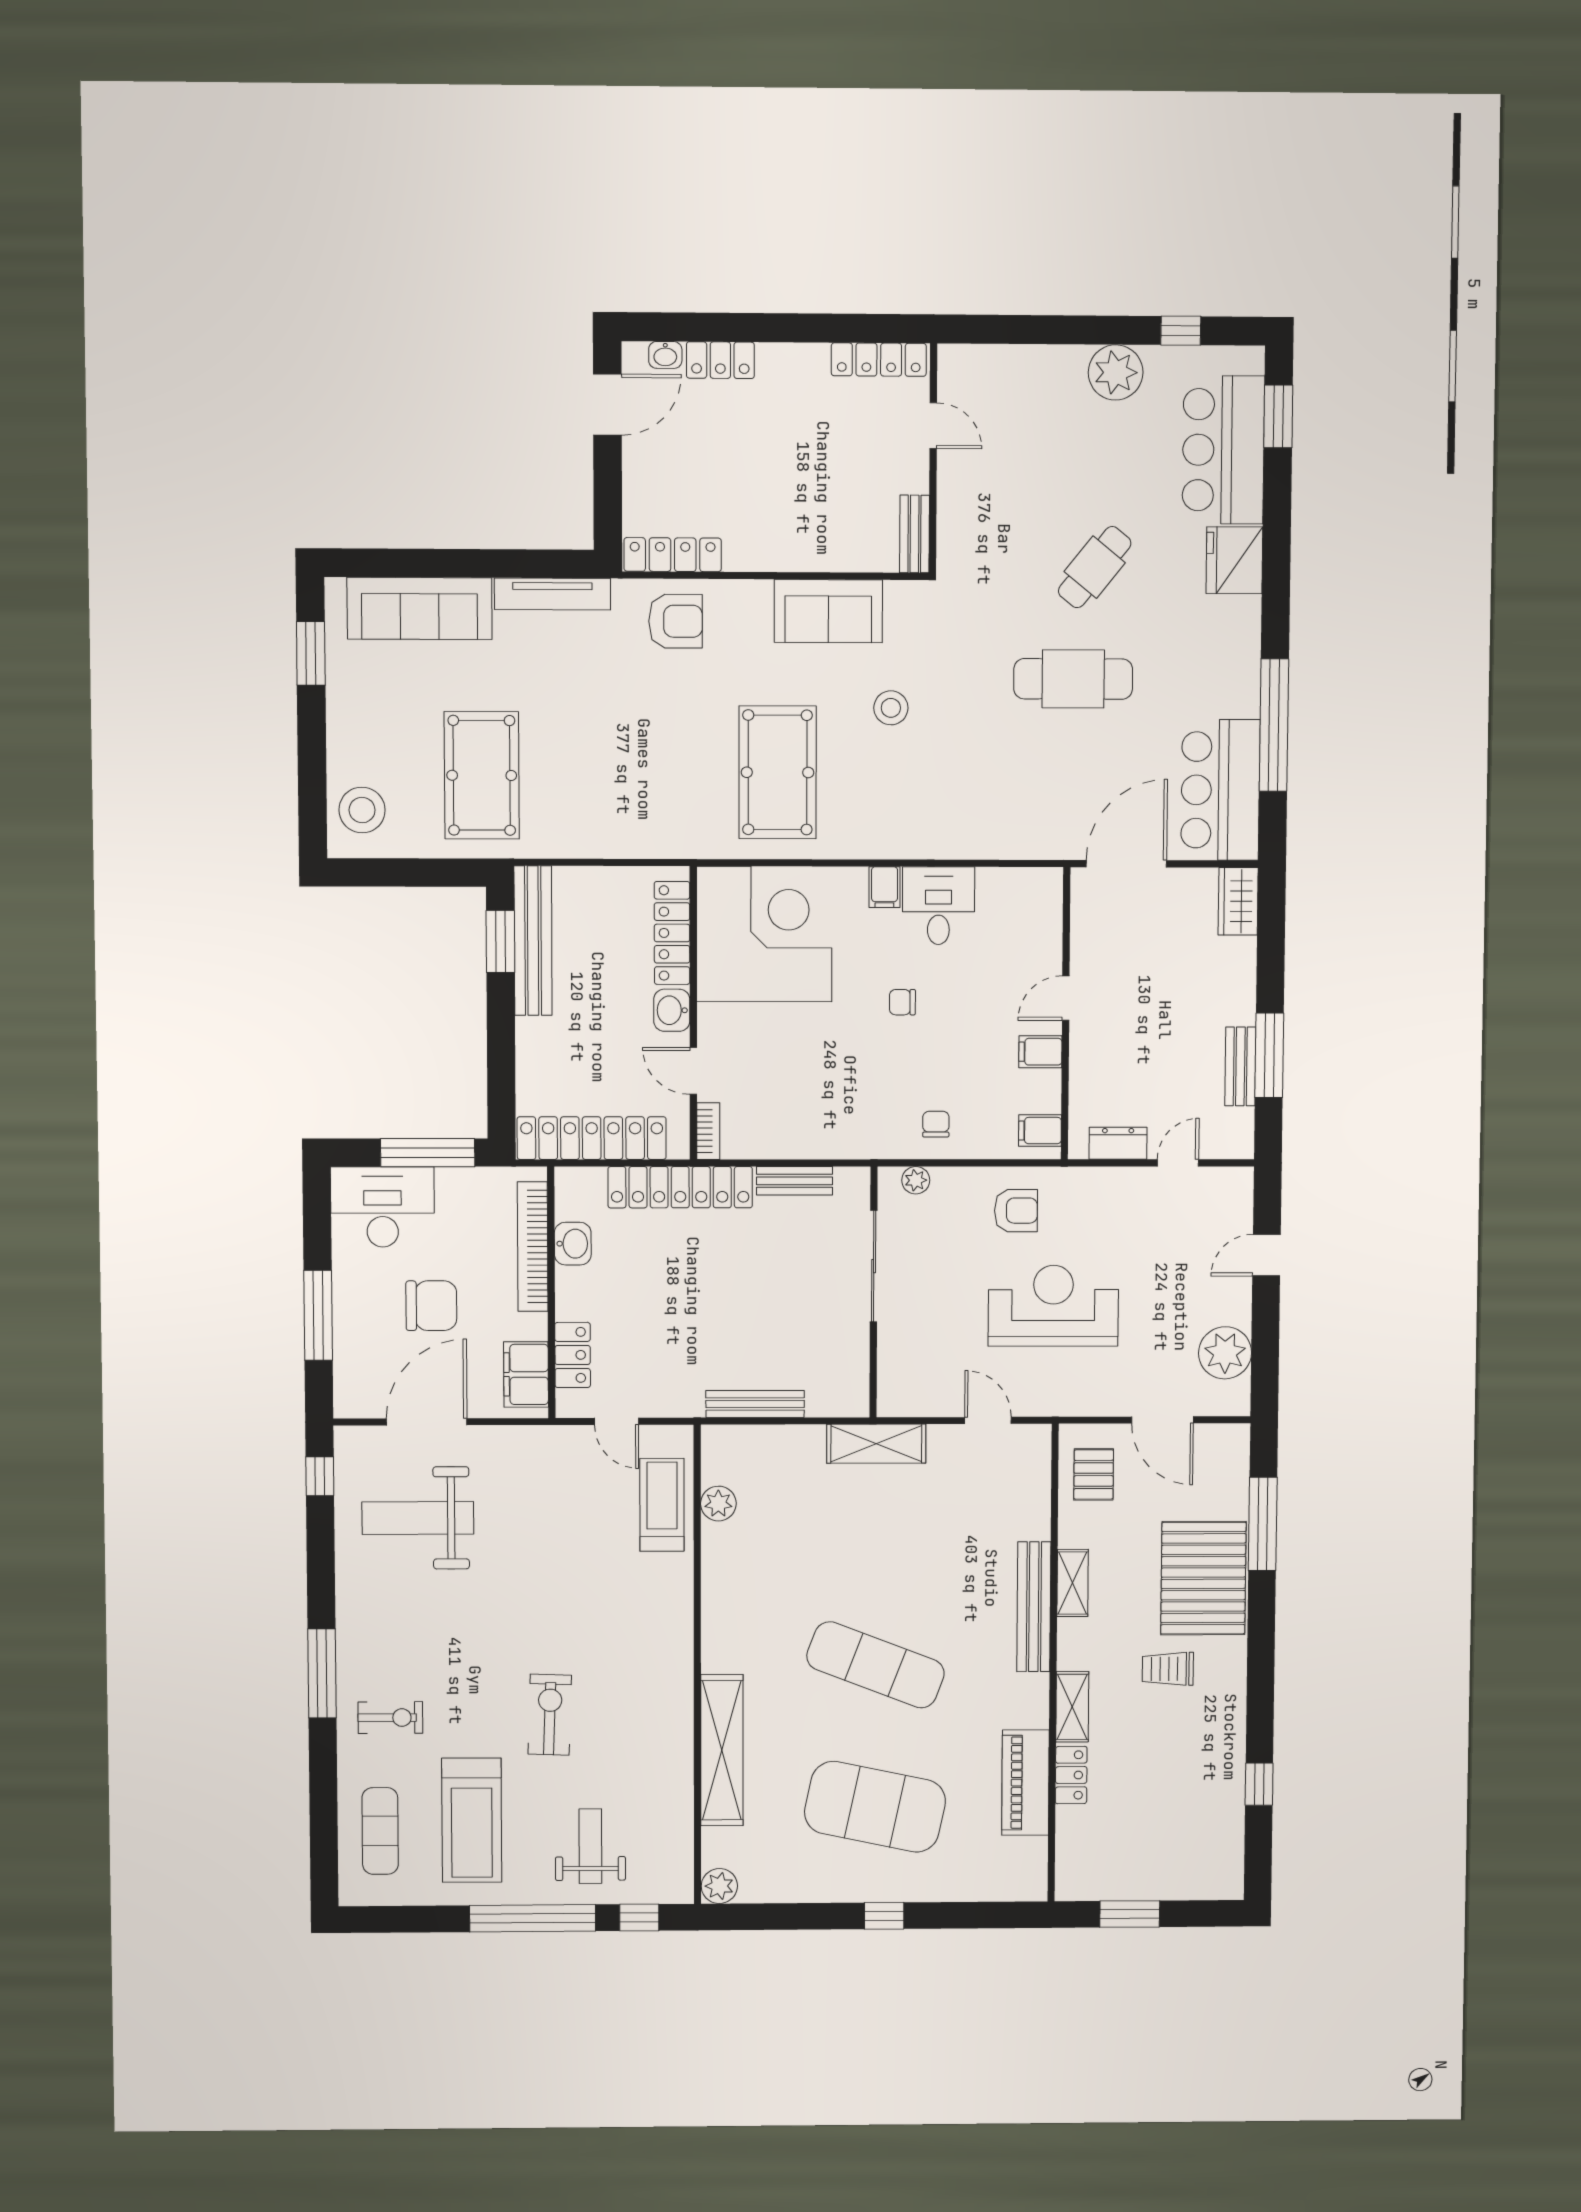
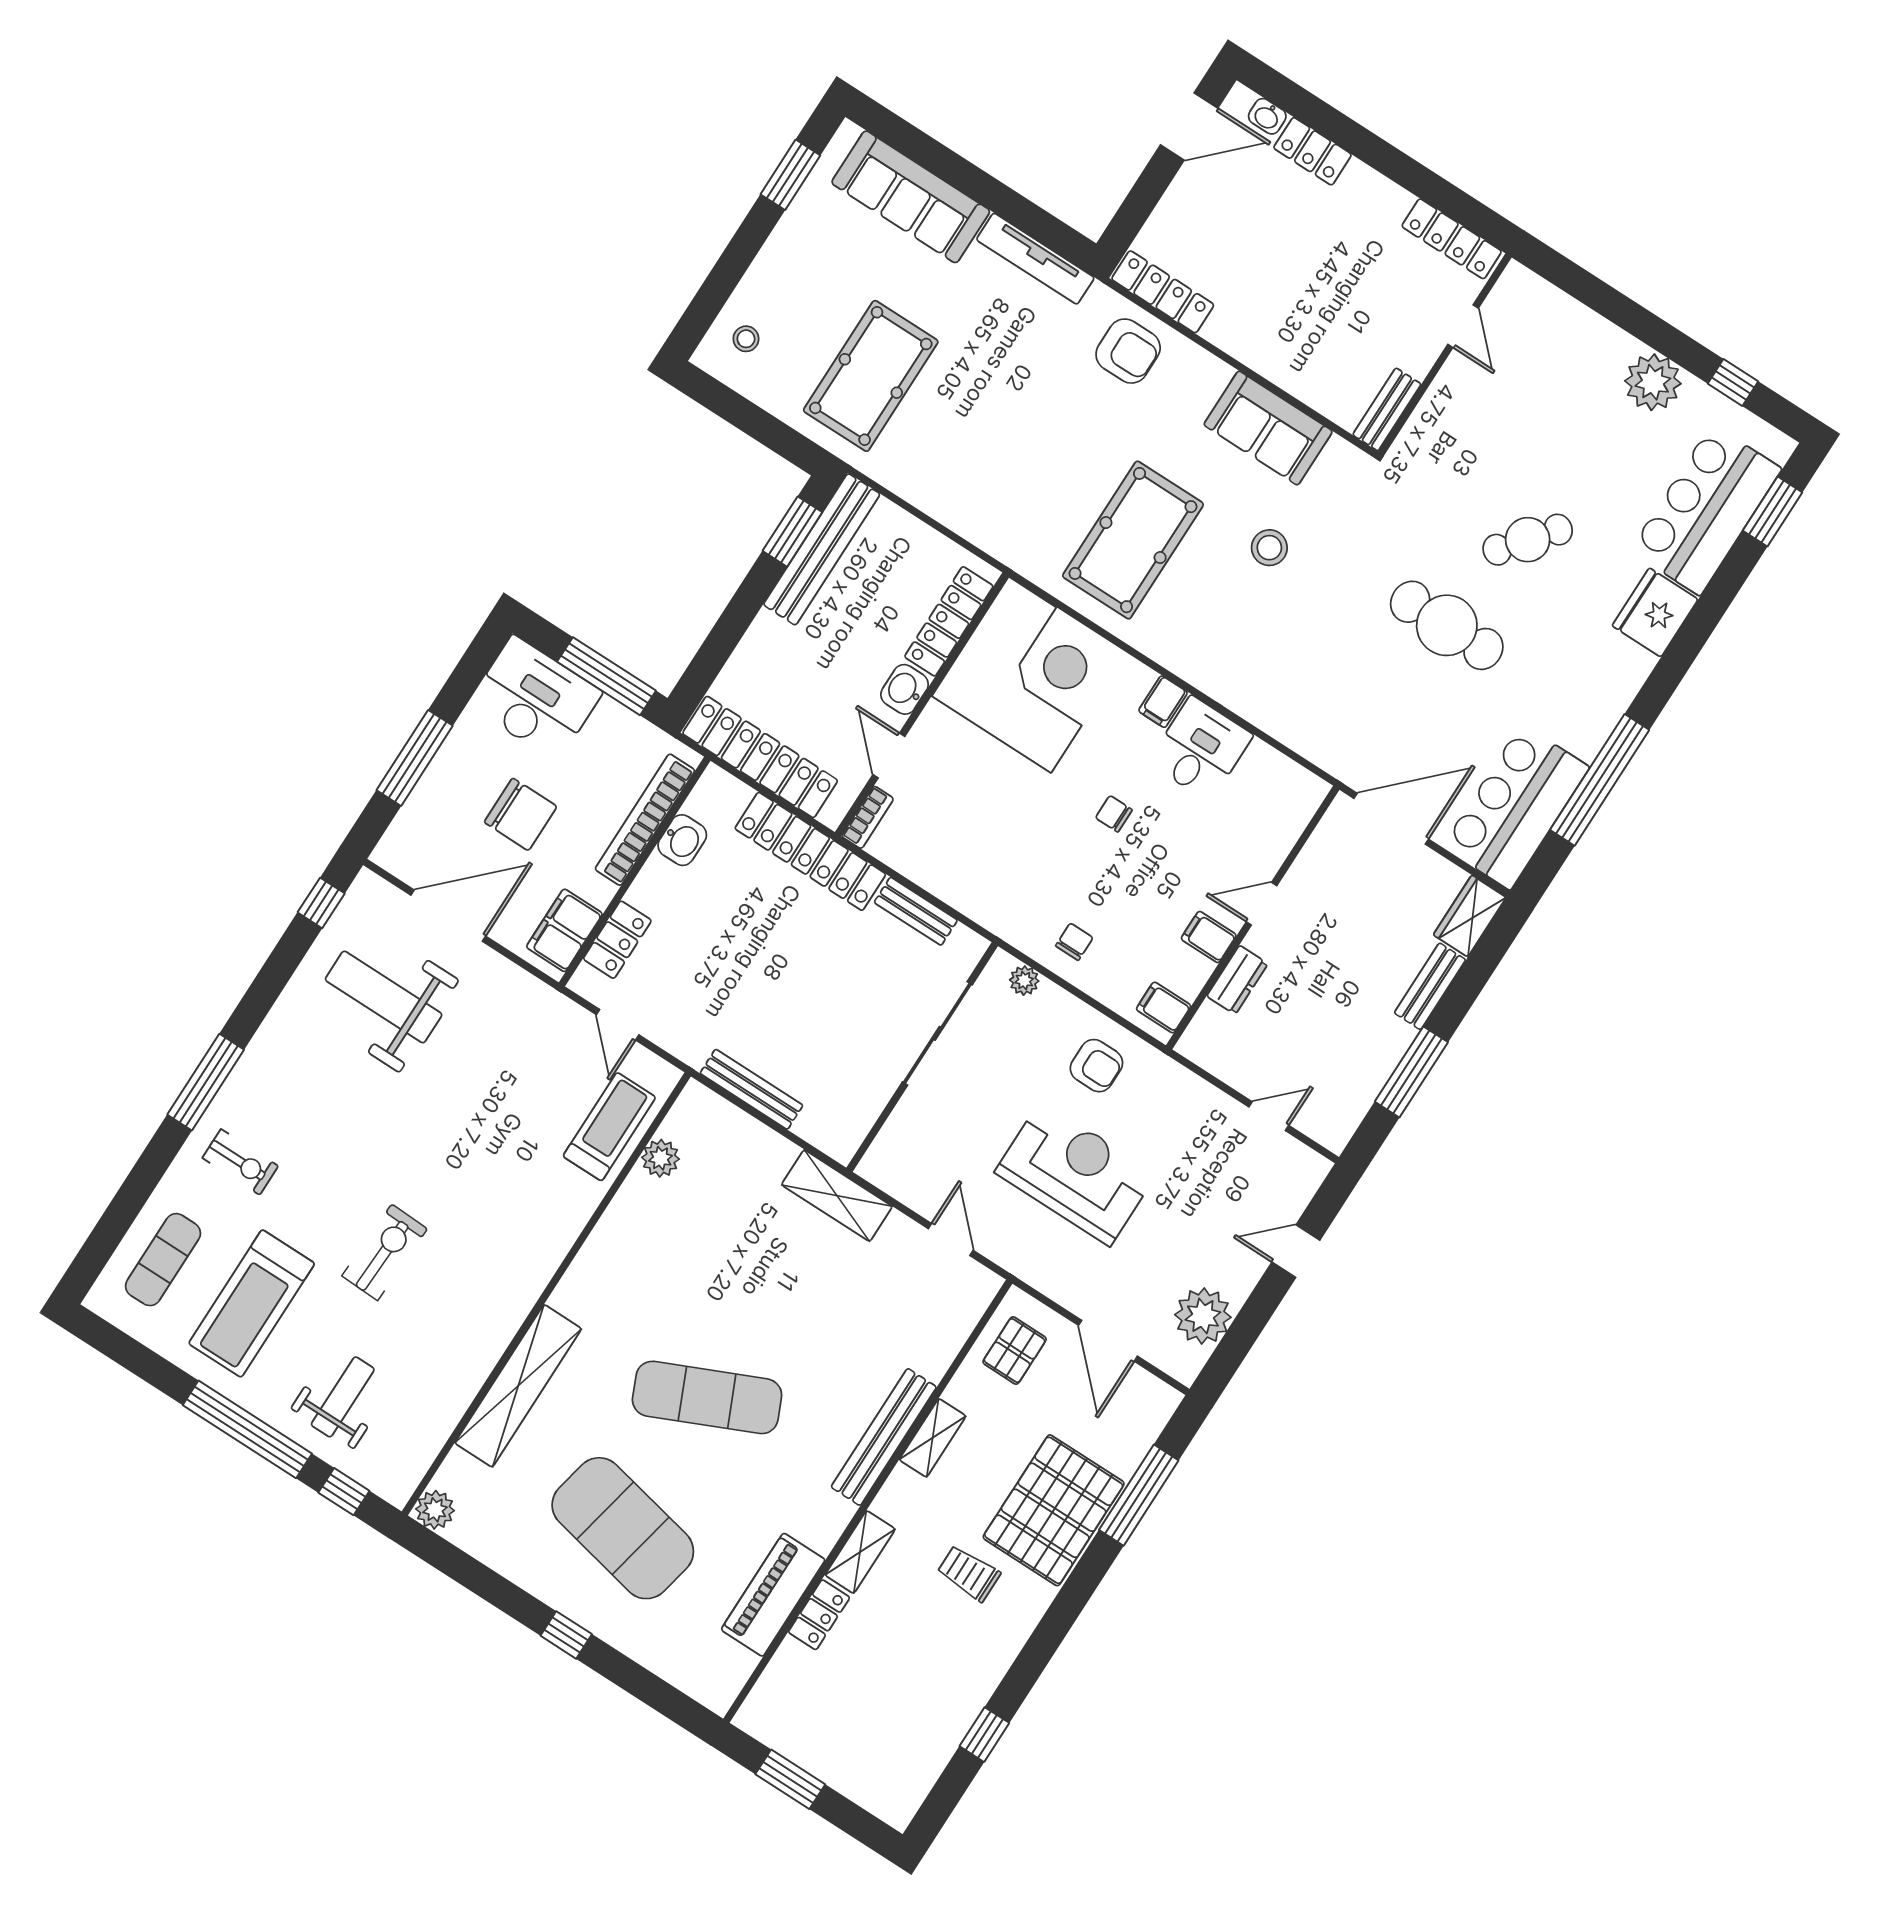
stool: (362, 810) -> (746, 339), width x0.53, depth x0.53
bench: (1240, 1066) -> (1430, 986), moved
dresser: (1118, 1143) -> (1237, 980), moved, turned 90
exercise mat: (876, 1665) -> (707, 1397), turned -45

